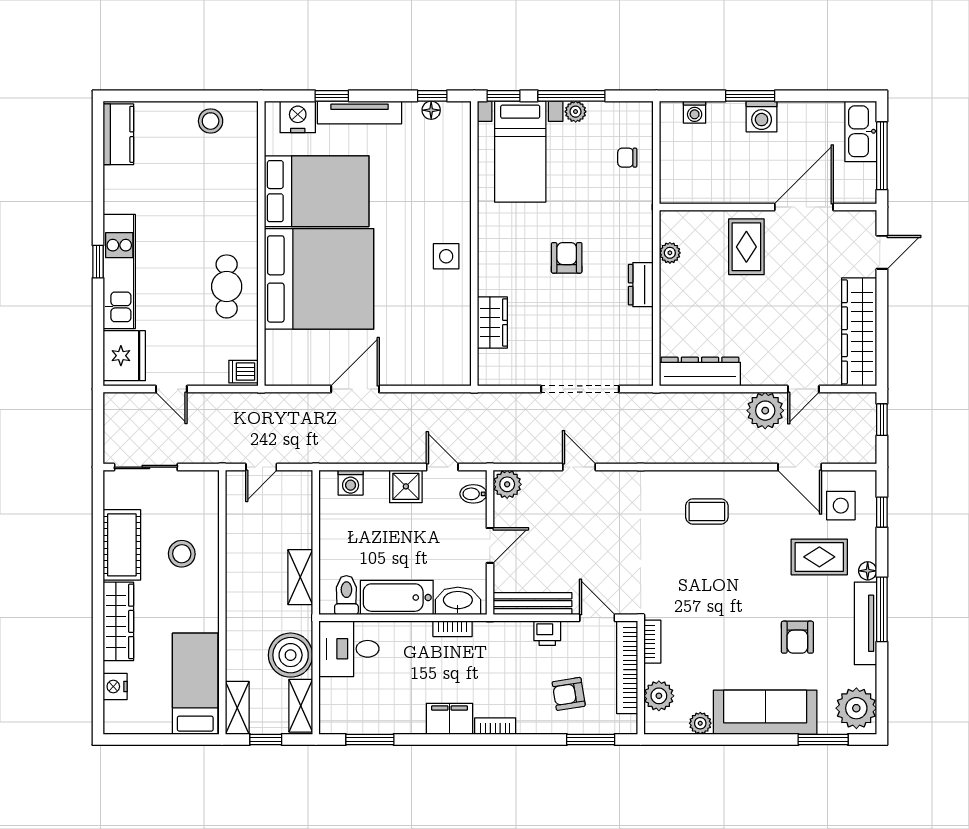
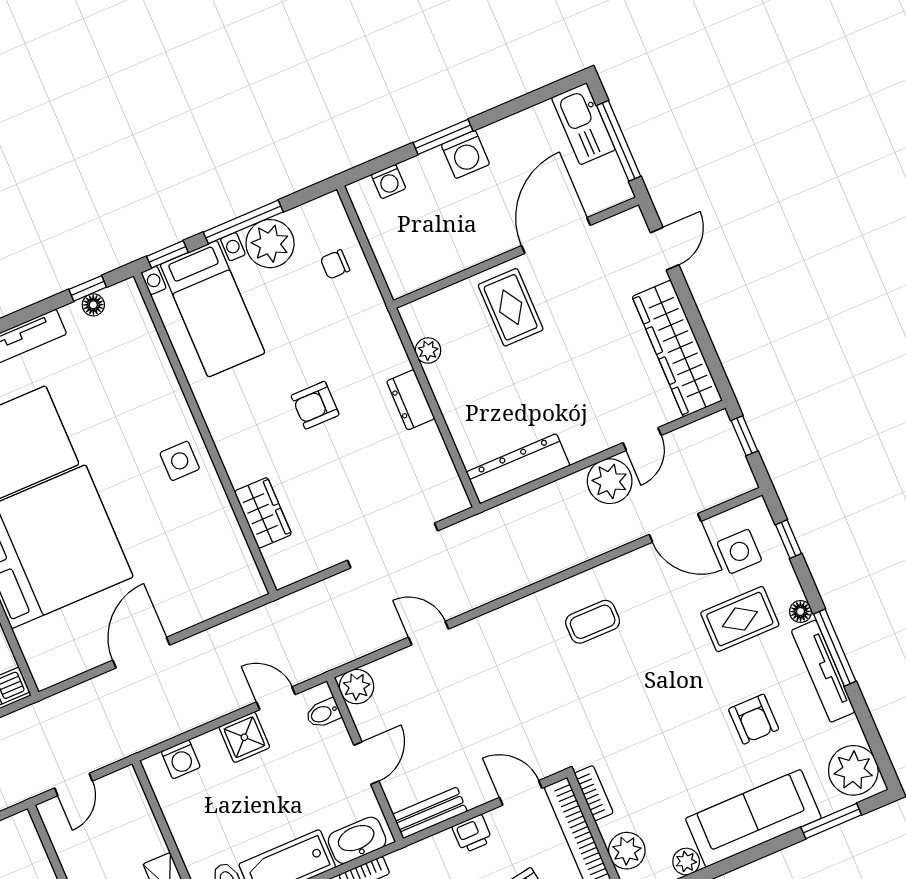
plant: (576, 112) -> (270, 244), width x1.87, depth x1.87
armchair: (567, 258) -> (315, 405), turned -90
bench: (532, 604) -> (430, 813), width x0.73

